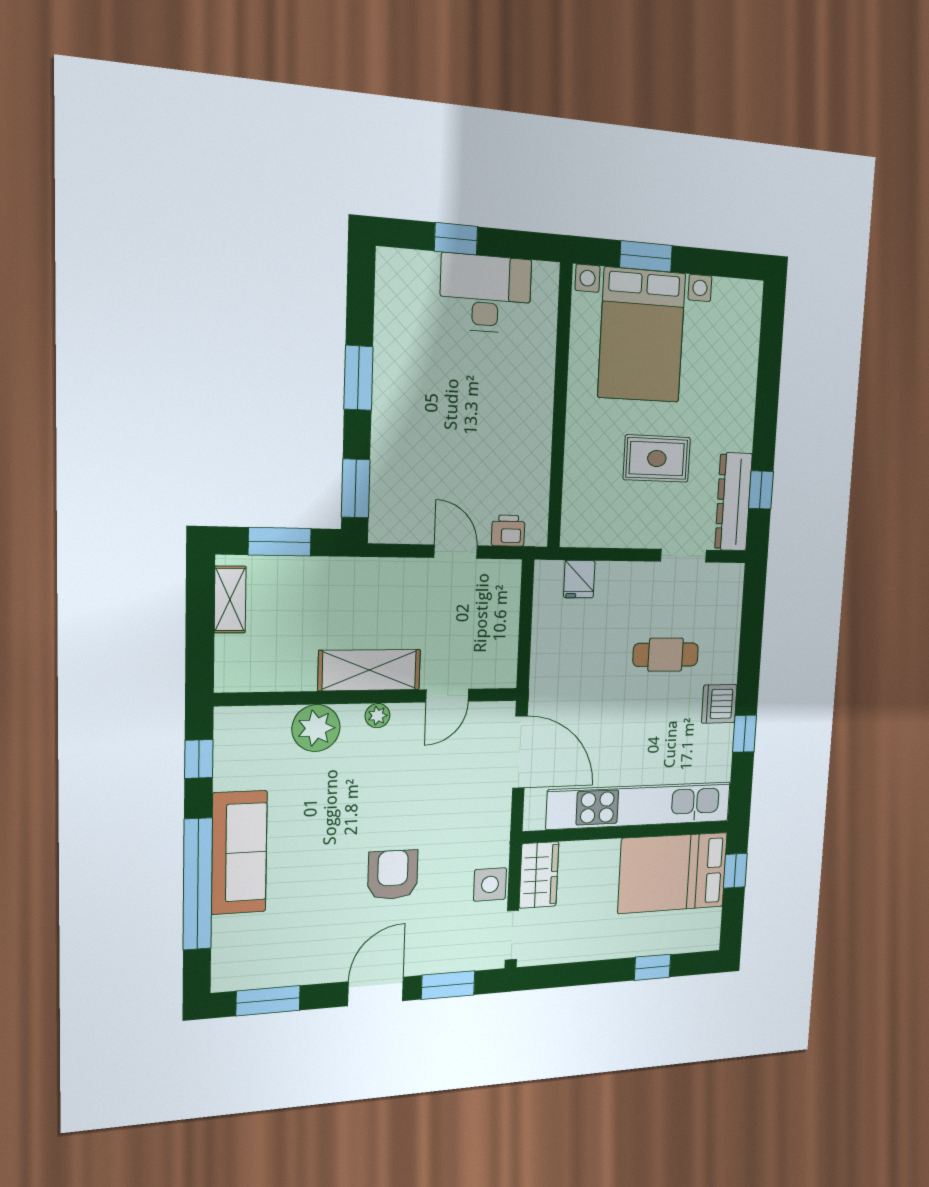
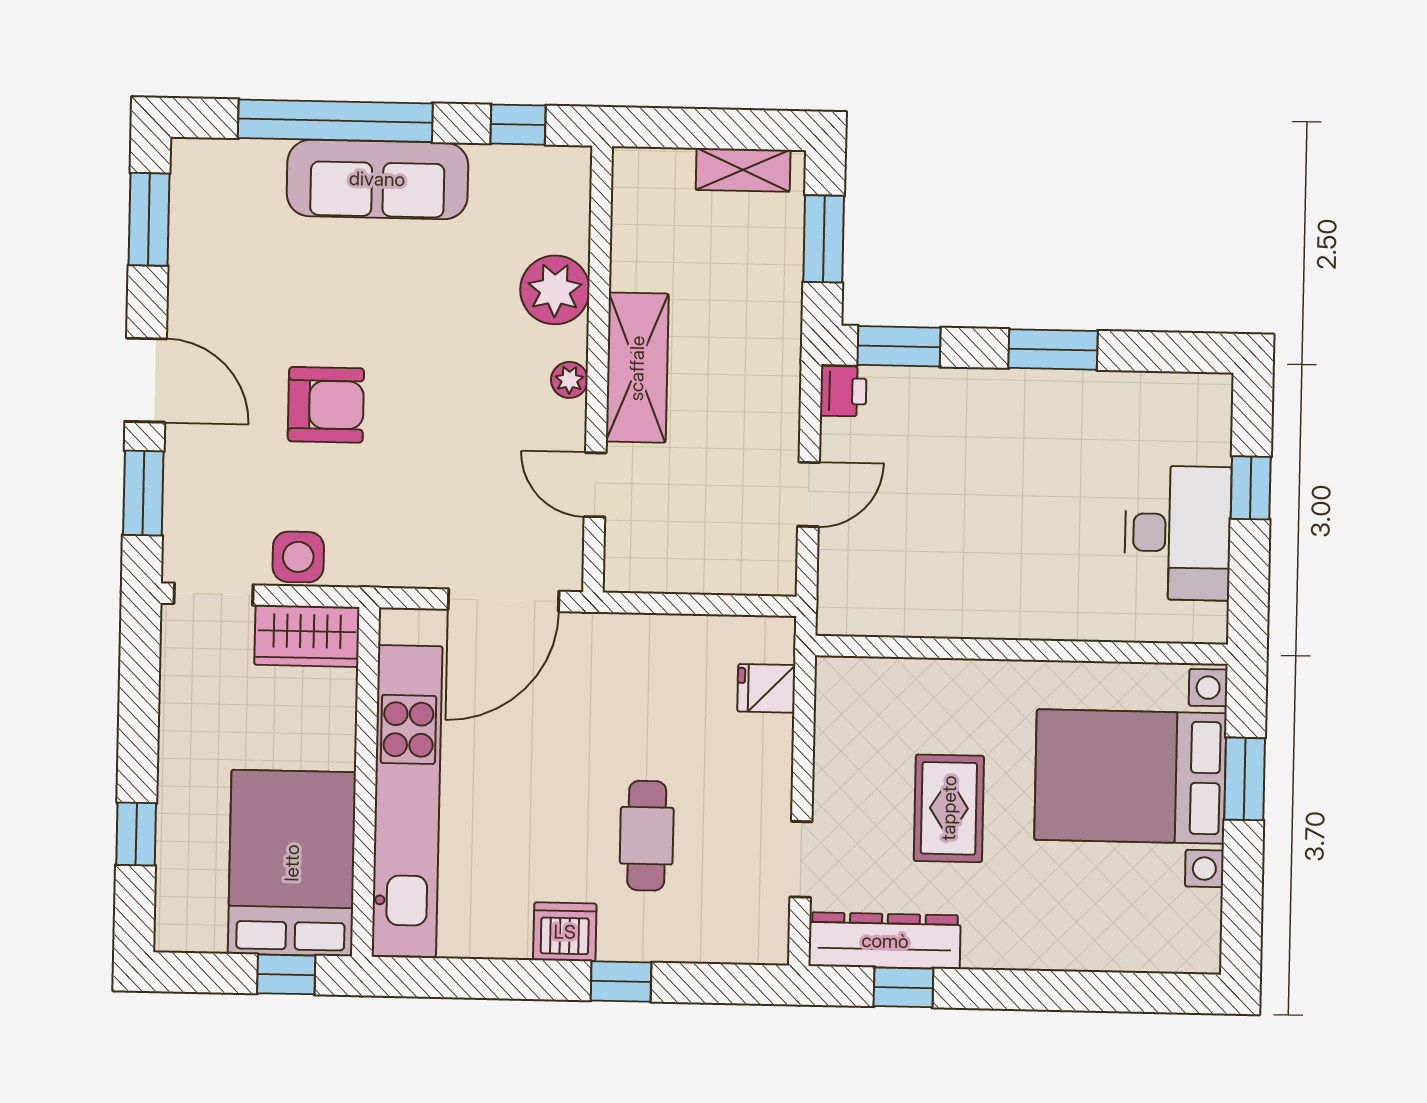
printer: (508, 531) -> (843, 391), moved
window: (745, 734) -> (621, 981), moved

